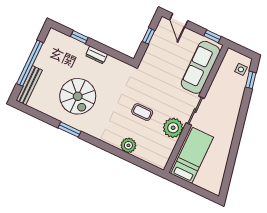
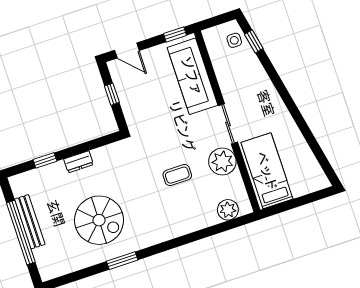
bench: (29, 85) -> (30, 222), moved
plant: (128, 145) -> (228, 210), moved

